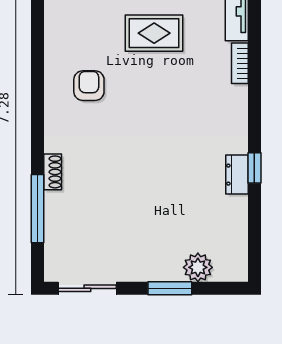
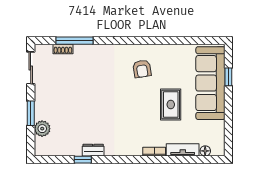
armchair: (89, 86) -> (142, 69), turned 81
window: (254, 168) -> (83, 160), moved
shoe rack: (53, 172) -> (63, 49), moved

